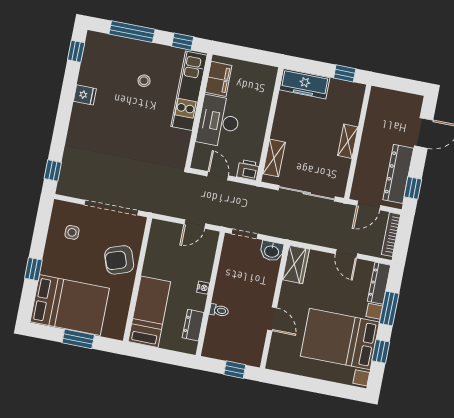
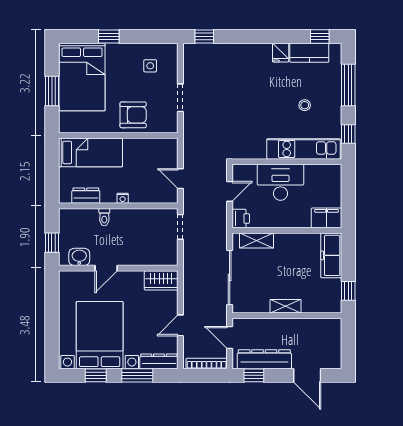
kitchen counter: (91, 65) -> (309, 53), added
filing cabinet: (218, 79) -> (327, 218), moved, turned 180
doorway: (111, 208) -> (180, 98), width x0.53
washbasin: (272, 251) -> (79, 257), moved, turned 90
armchair: (119, 260) -> (133, 115), turned 109

